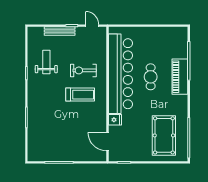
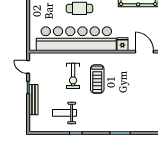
door: (92, 26) -> (28, 67), hinge flipped
treadmill: (80, 95) -> (97, 79), turned 180
door: (108, 142) -> (144, 52), swing flipped

